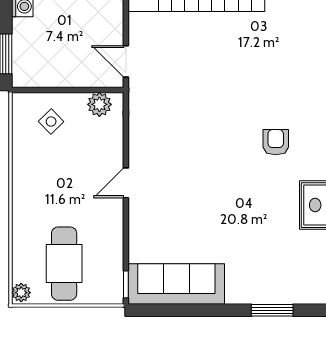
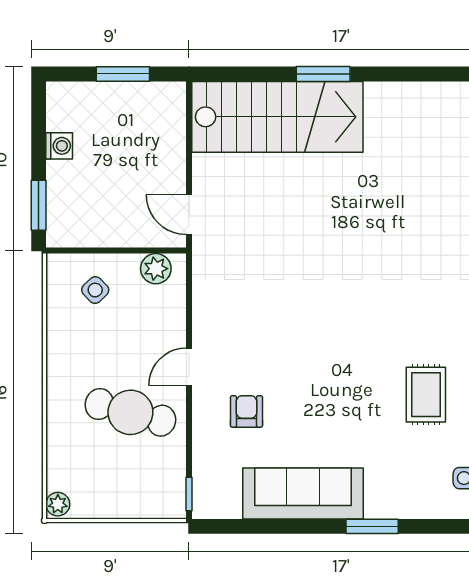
armchair: (276, 142) -> (247, 411), moved
cafe table: (64, 264) -> (130, 412), moved, turned -75
sofa: (176, 284) -> (303, 493), moved

